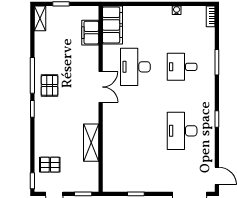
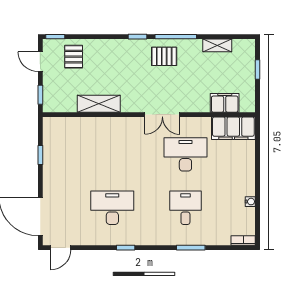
shelving: (40, 18) -> (217, 45), moved

